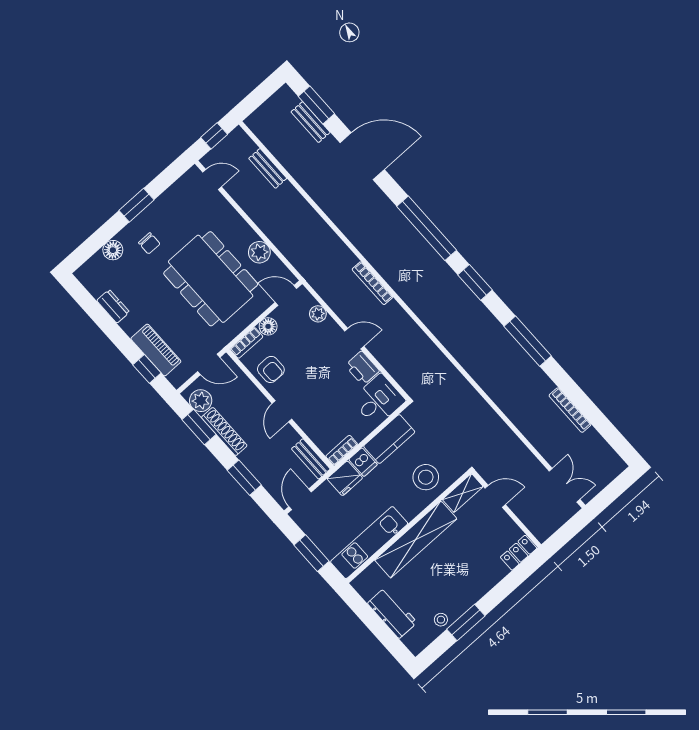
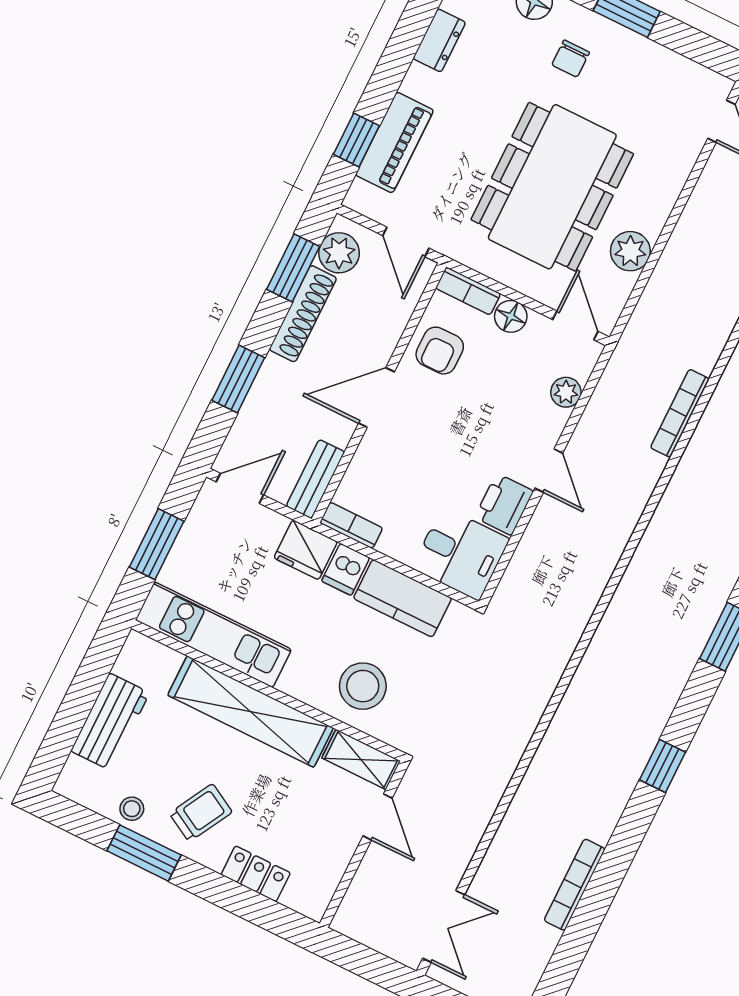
bookcase: (372, 283) -> (680, 413), moved
window: (528, 341) -> (662, 766), width x0.46
door: (282, 411) -> (377, 398), width x1.38
locker: (519, 553) -> (256, 874), moved
trolley: (457, 585) -> (201, 813), added

